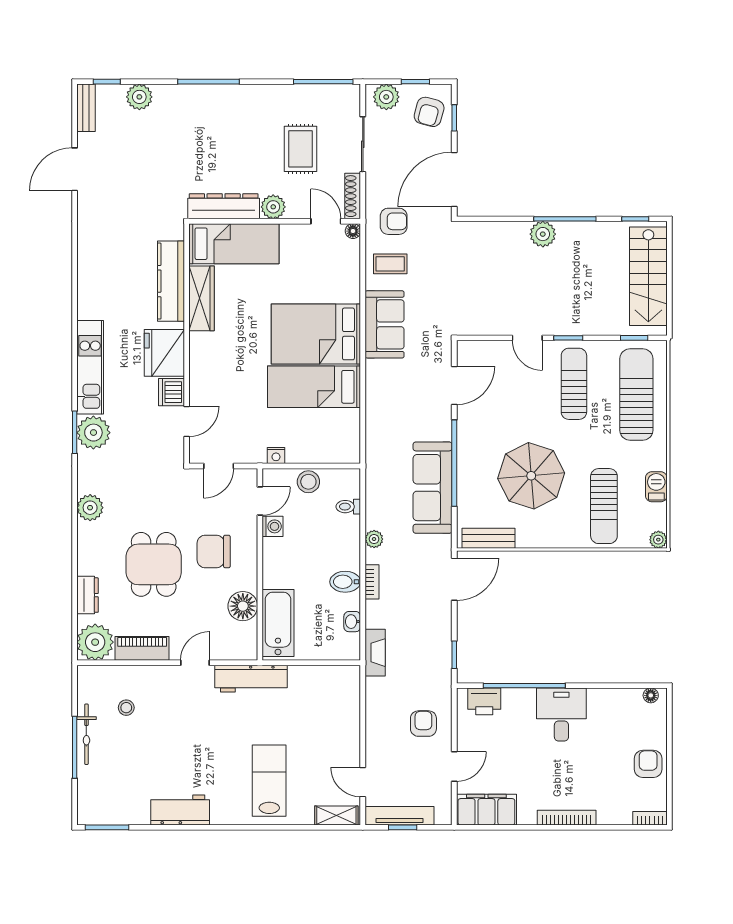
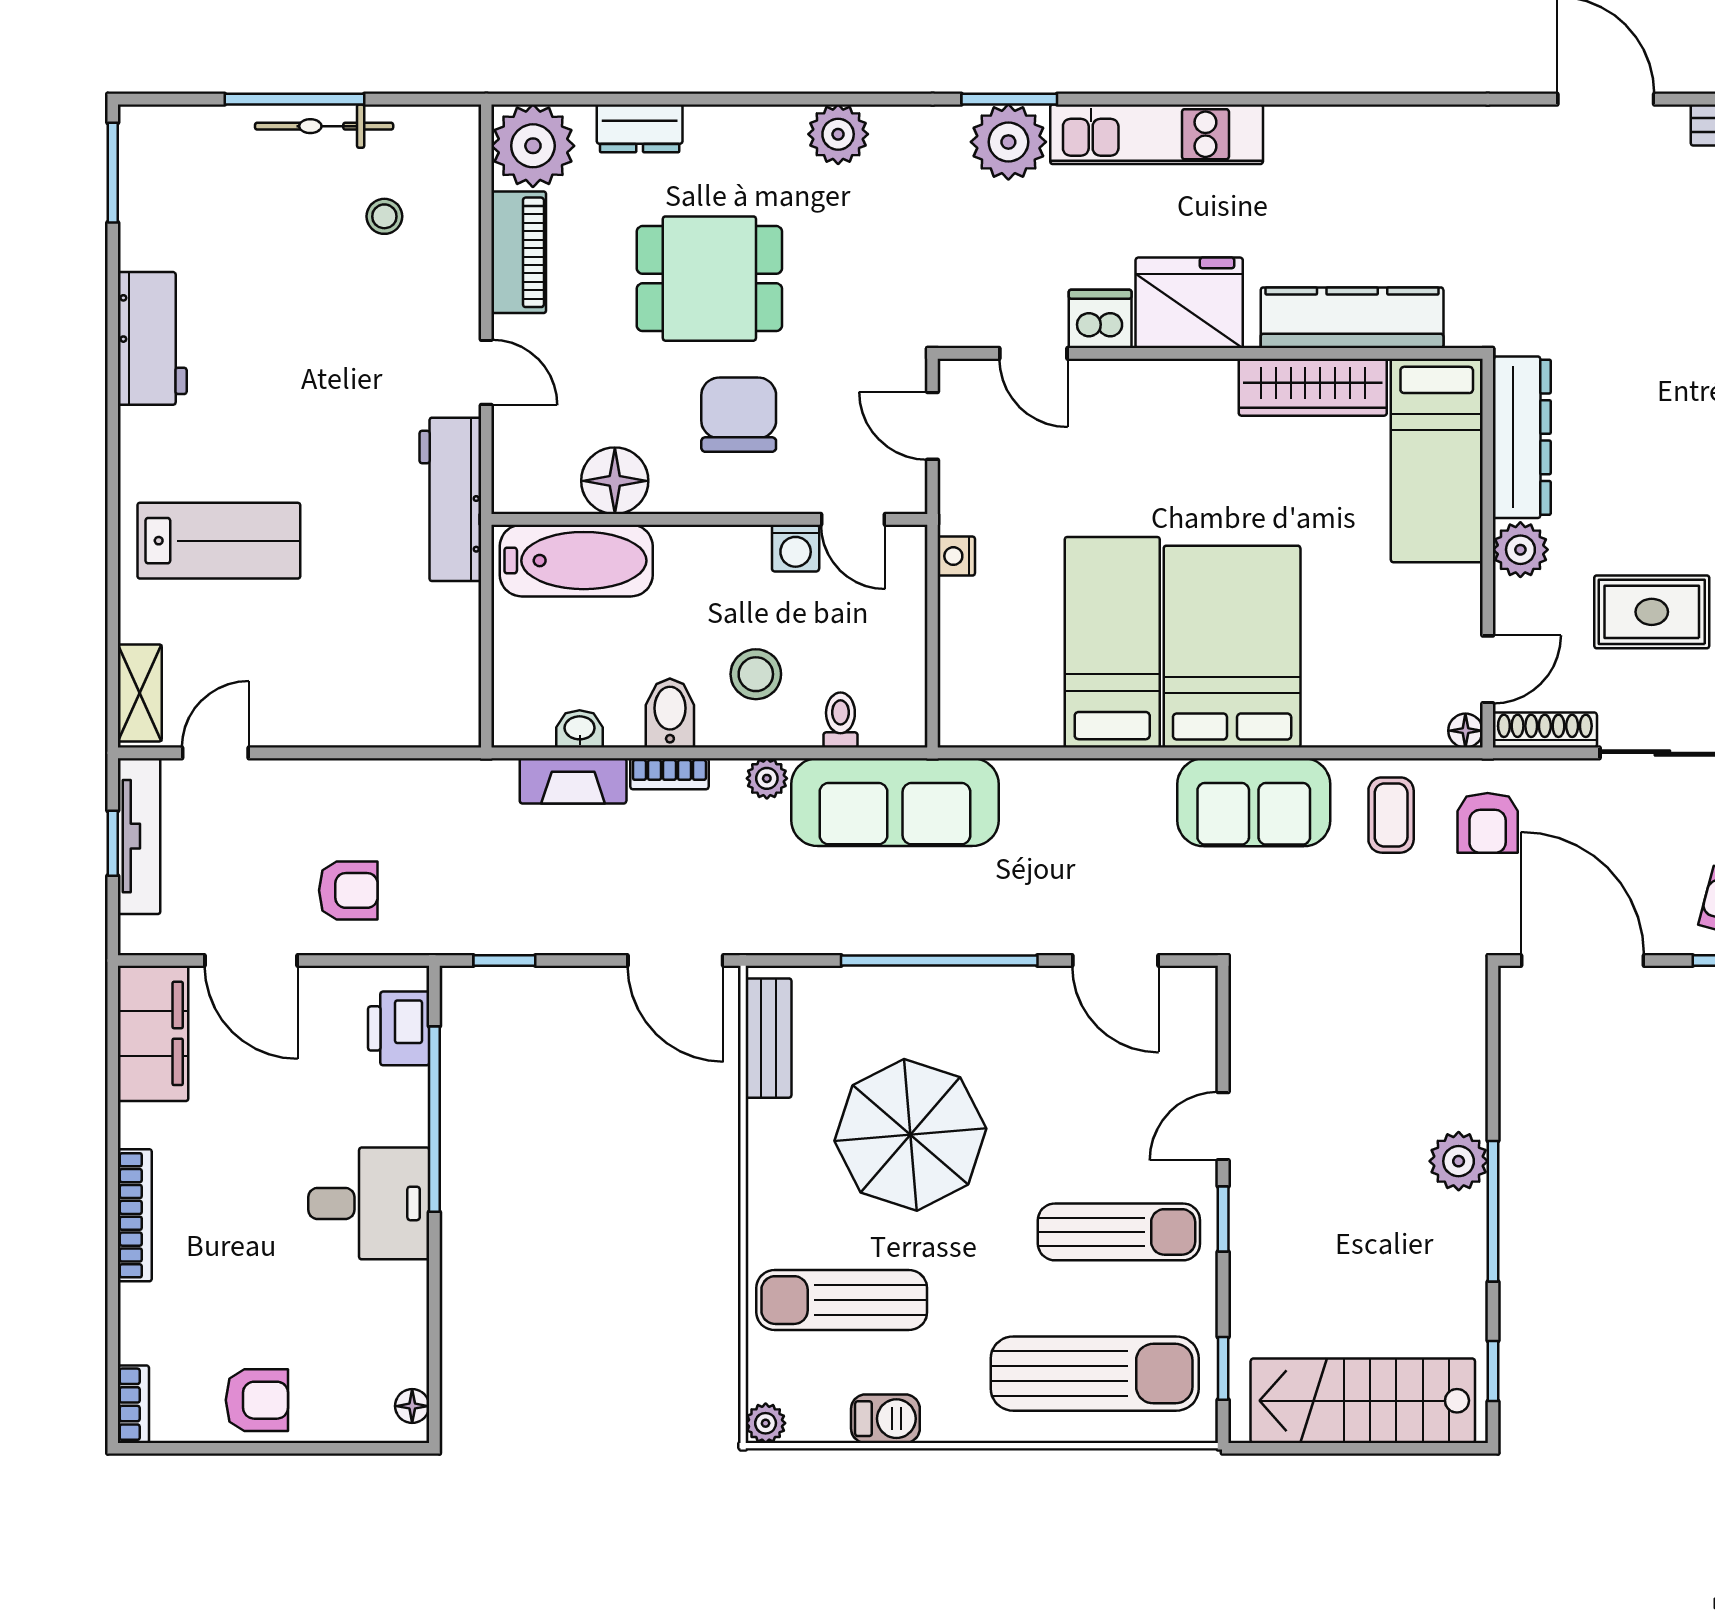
stool: (308, 482) -> (756, 674), moved
sofa: (433, 488) -> (895, 802), moved, turned 180
fireplace: (375, 653) -> (573, 781), moved
door: (454, 766) -> (251, 960), width x1.38

